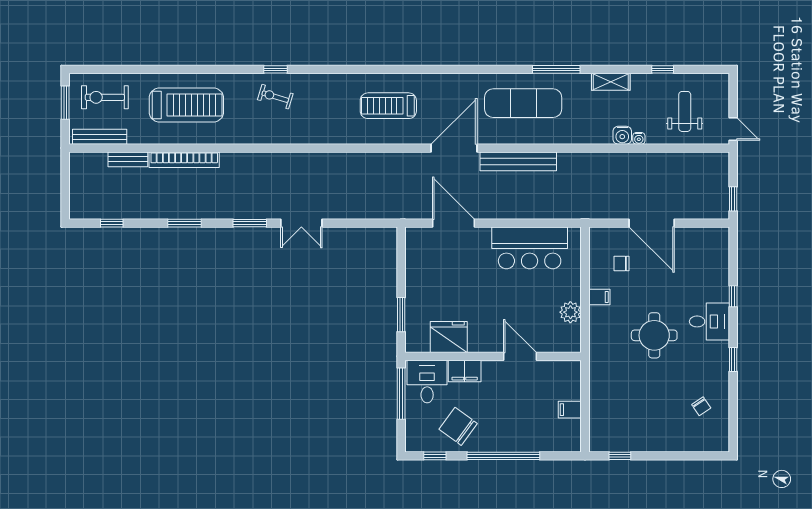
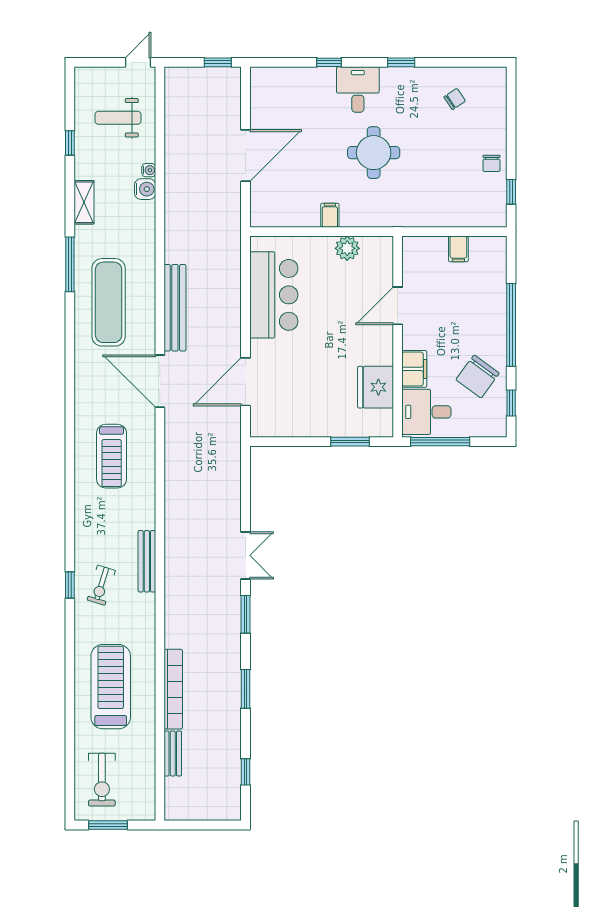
bench: (100, 137) -> (147, 561), moved
chair: (621, 264) -> (492, 163), moved

